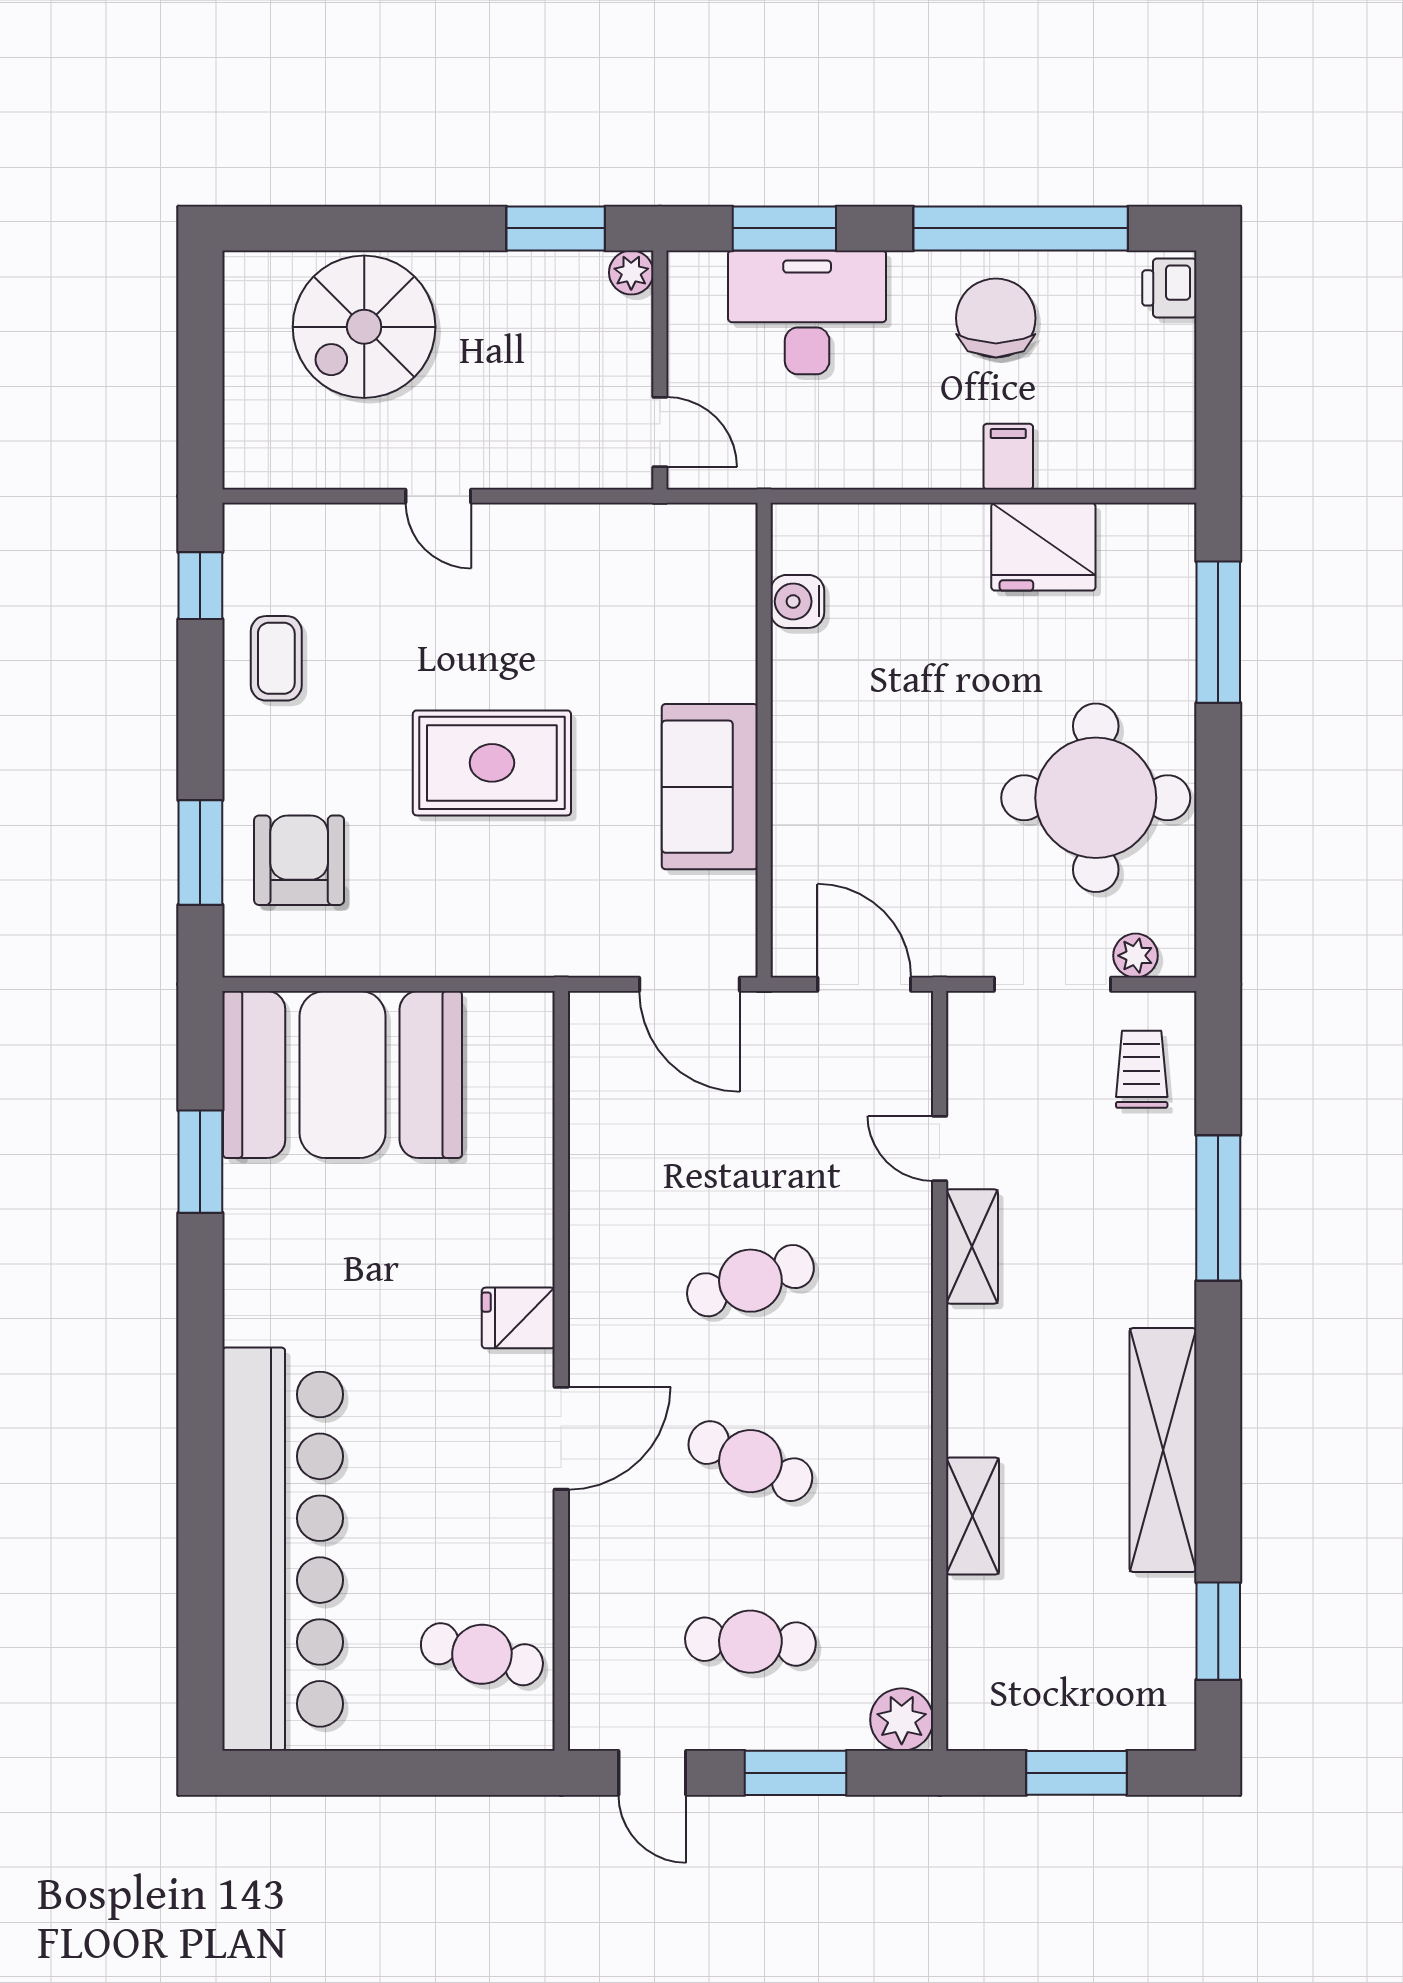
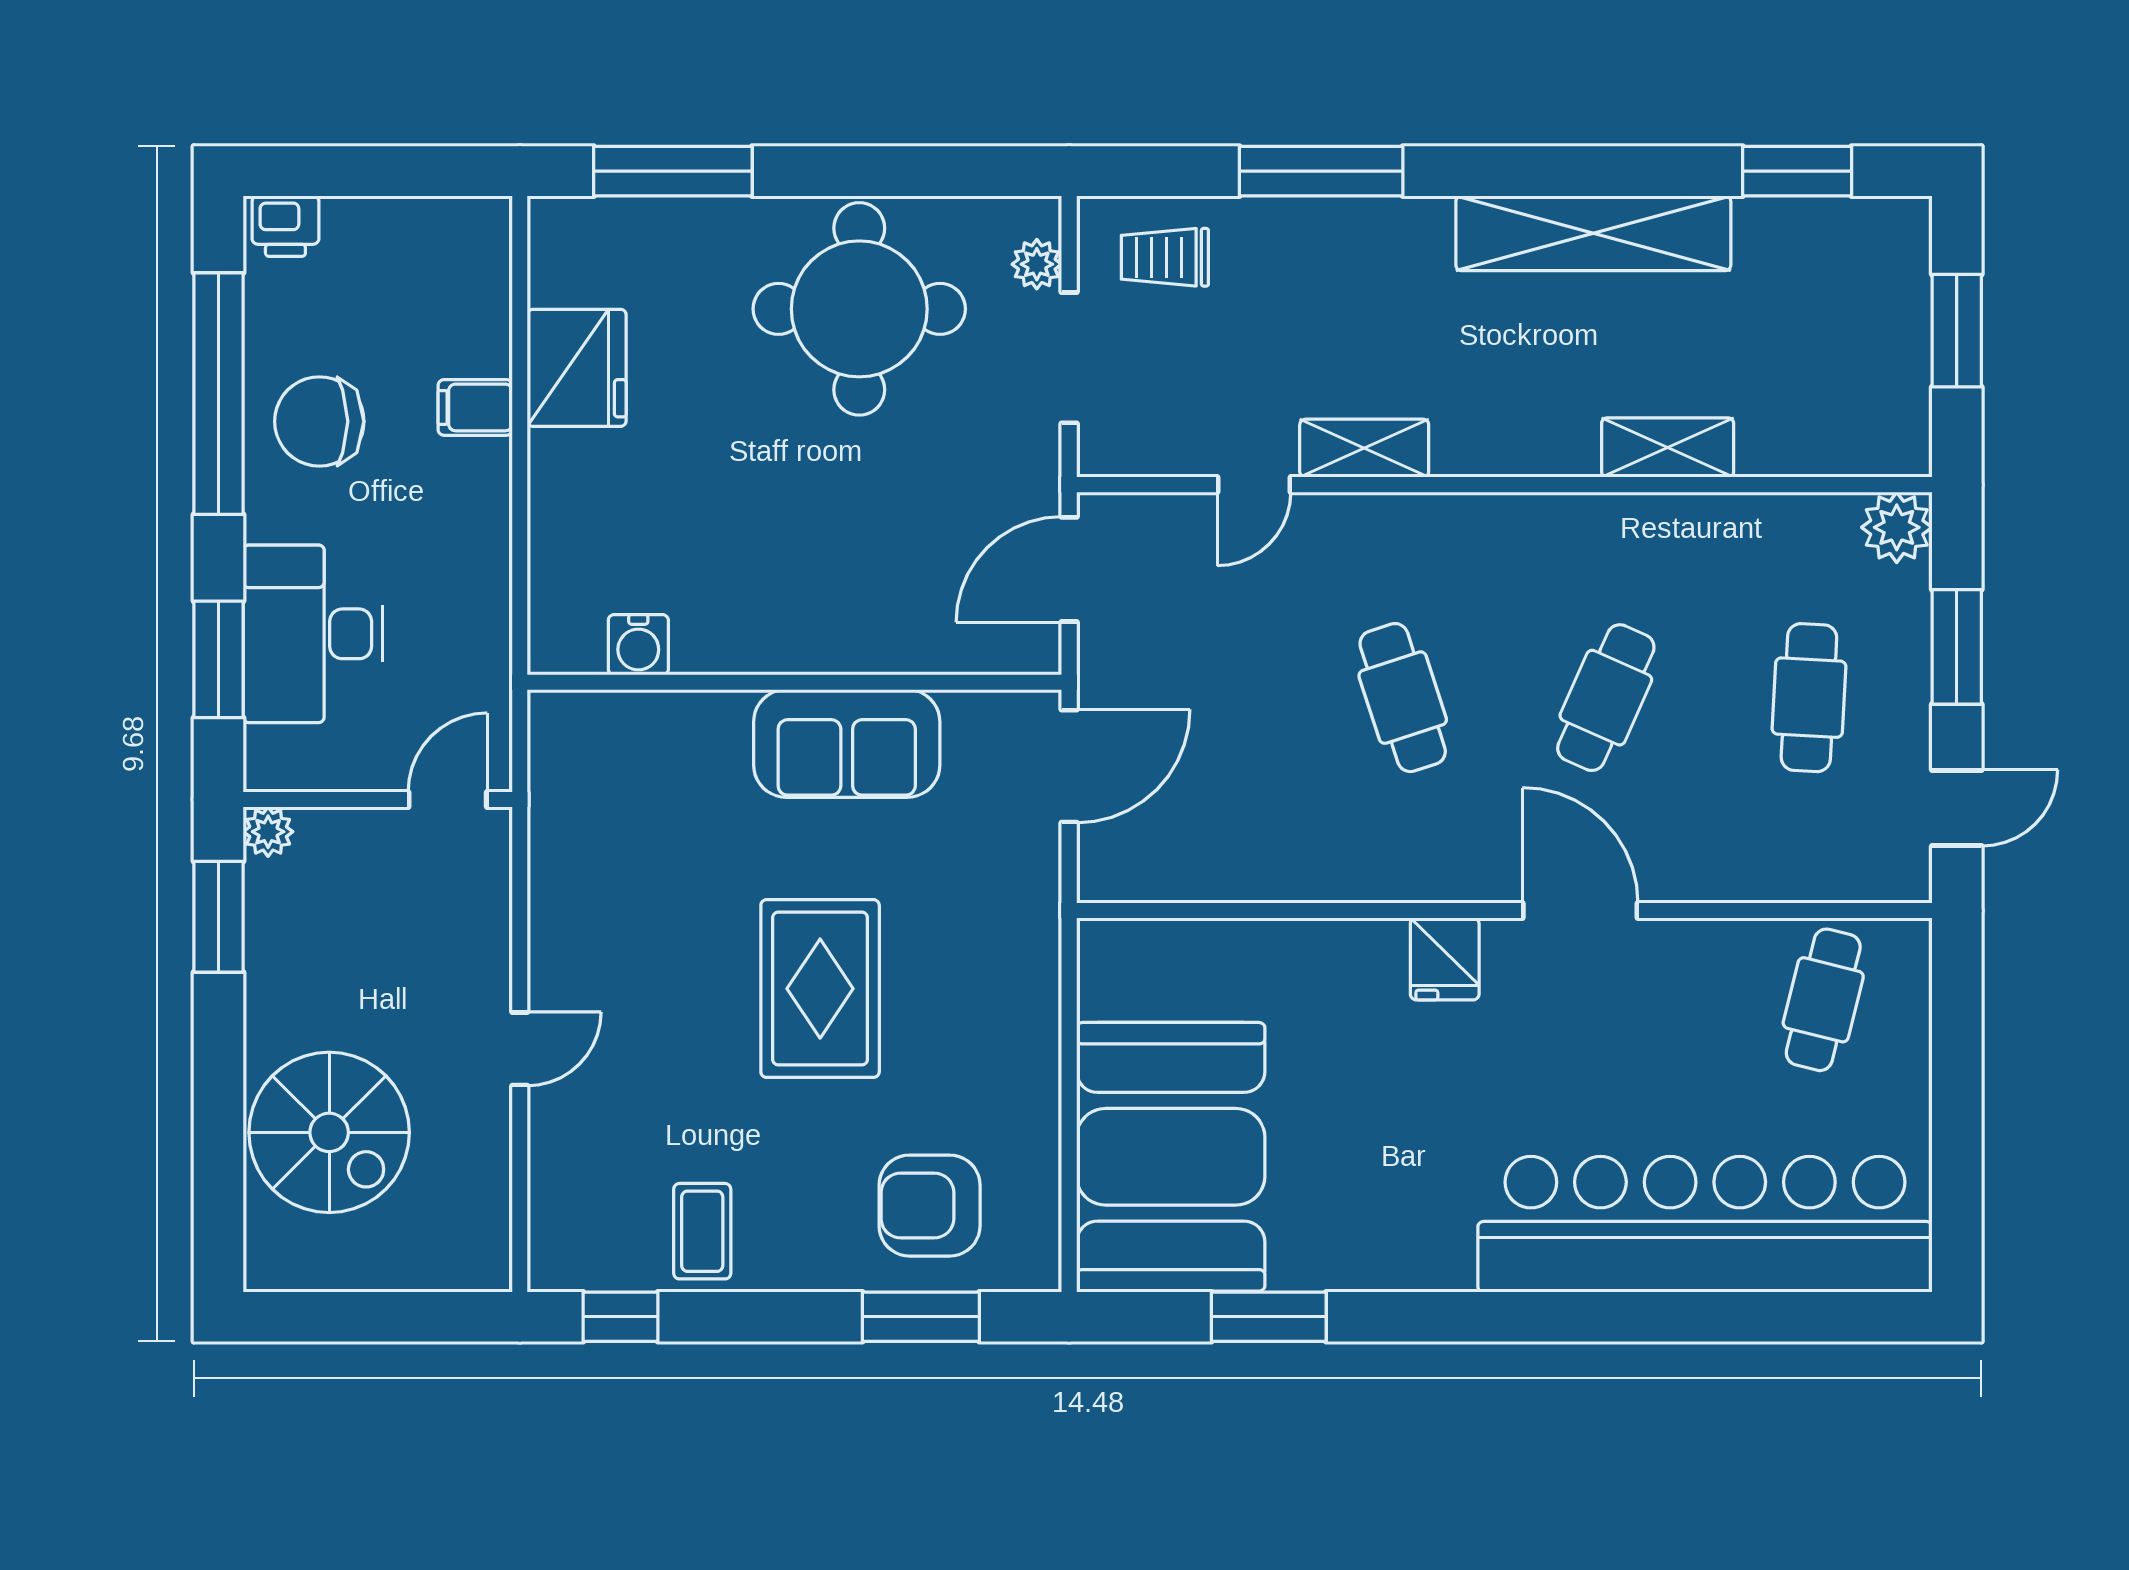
coffee table: (276, 658) -> (702, 1231), turned 90

